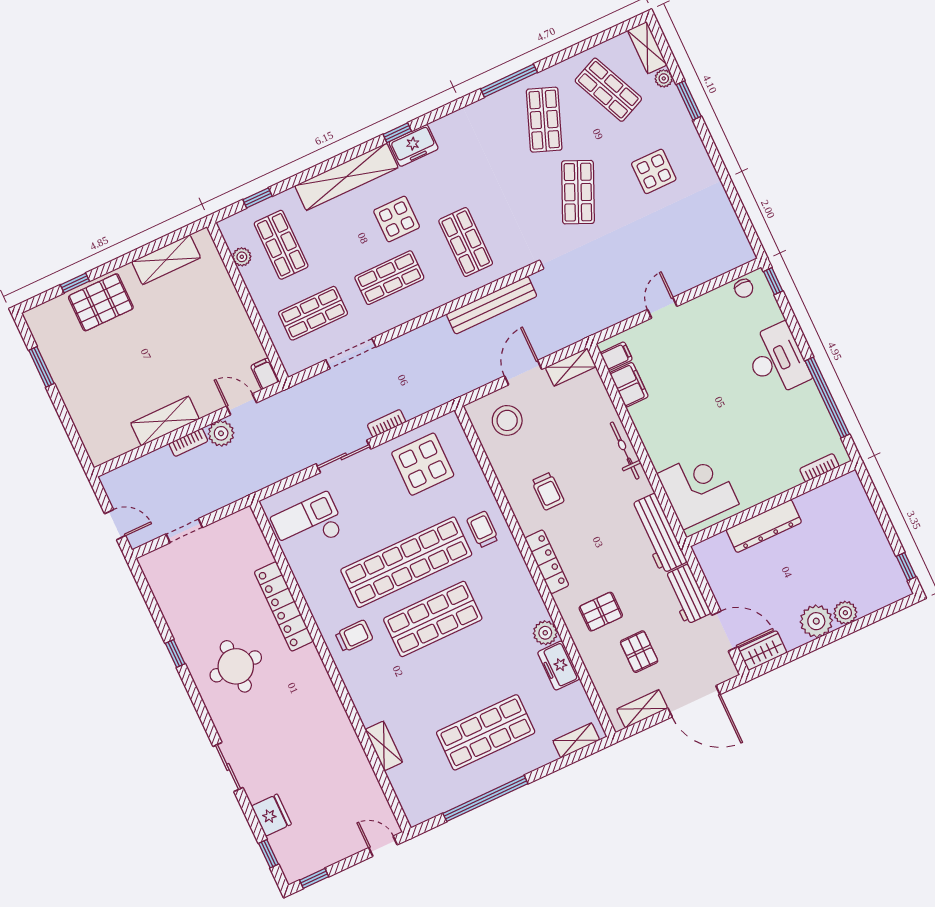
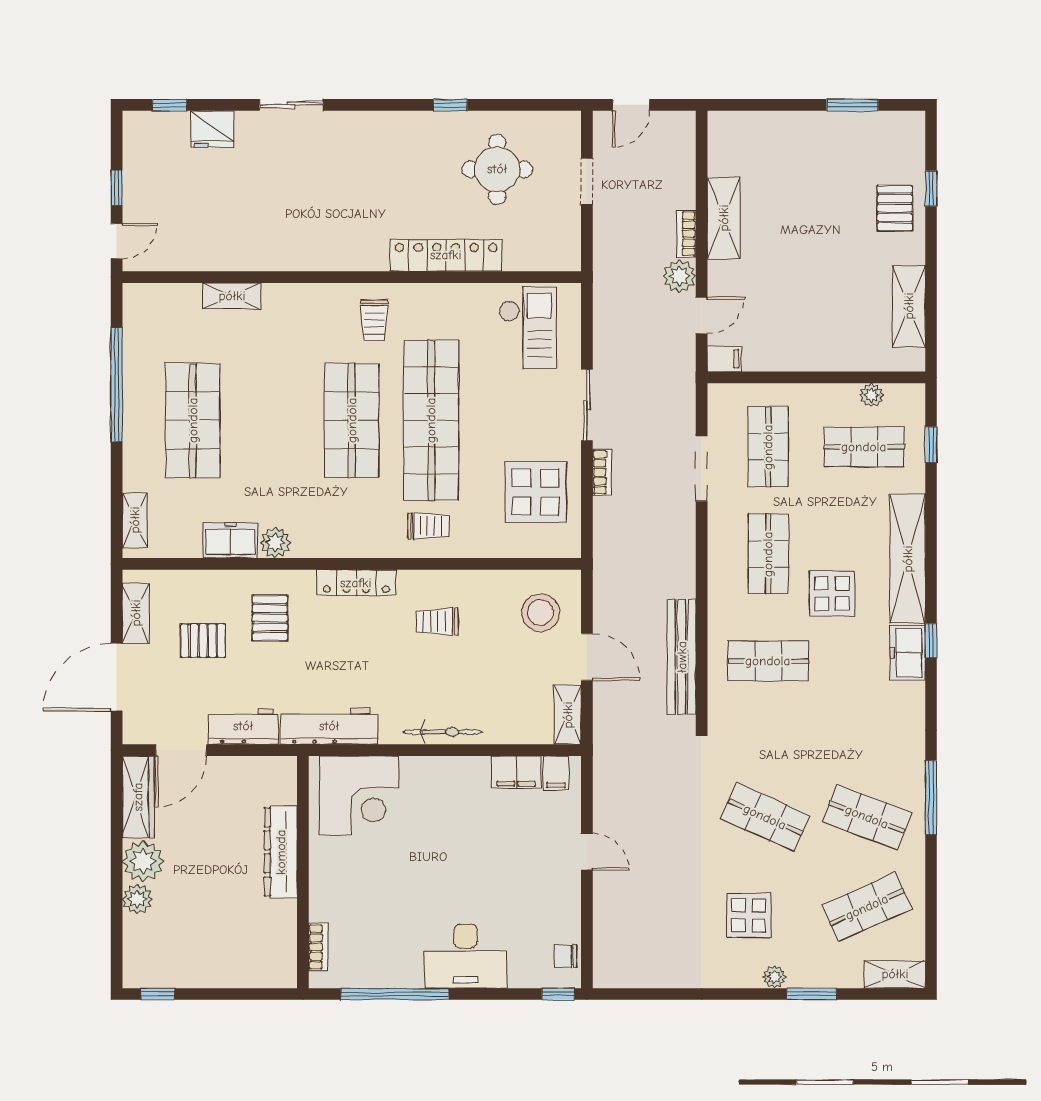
plant: (664, 78) -> (774, 977), moved
pallet: (101, 302) -> (895, 208), width x0.67, depth x0.71
wardrobe: (762, 651) -> (138, 797), width x1.50
round table: (236, 666) -> (497, 169), moved
window: (314, 878) -> (117, 188), moved

